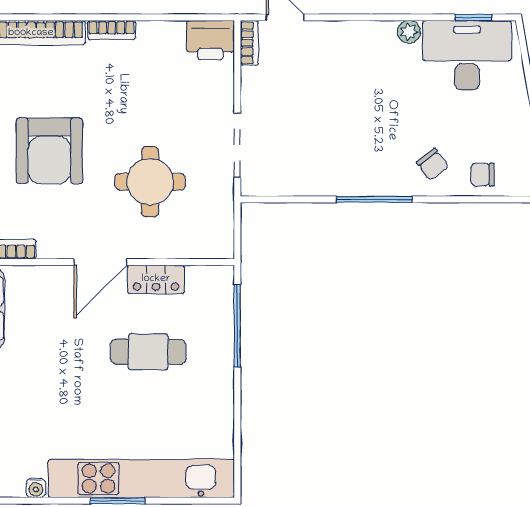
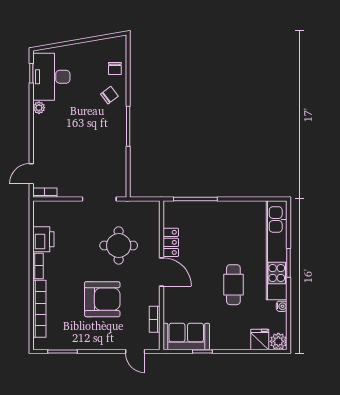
printer: (210, 40) -> (43, 239), moved
cafe table: (148, 352) -> (233, 285), moved

